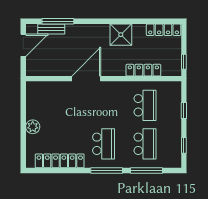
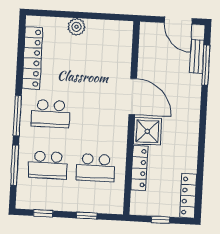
shower: (121, 35) -> (147, 131), moved
window: (184, 62) -> (161, 220), moved

